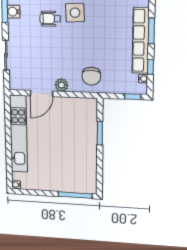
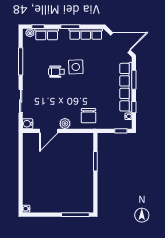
water cooler: (13, 12) -> (28, 124), moved
kitchen unit: (19, 134) -> (29, 165), removed

